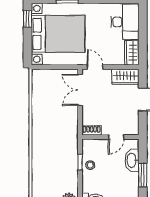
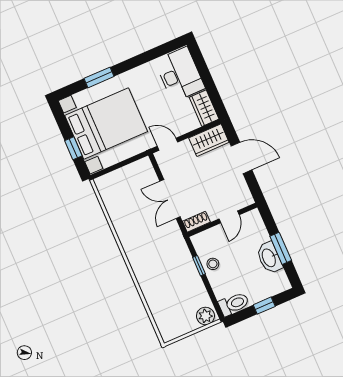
window: (28, 19) -> (73, 148), moved
double door: (80, 90) -> (170, 199), moved
washbasin: (132, 160) -> (269, 258), moved

